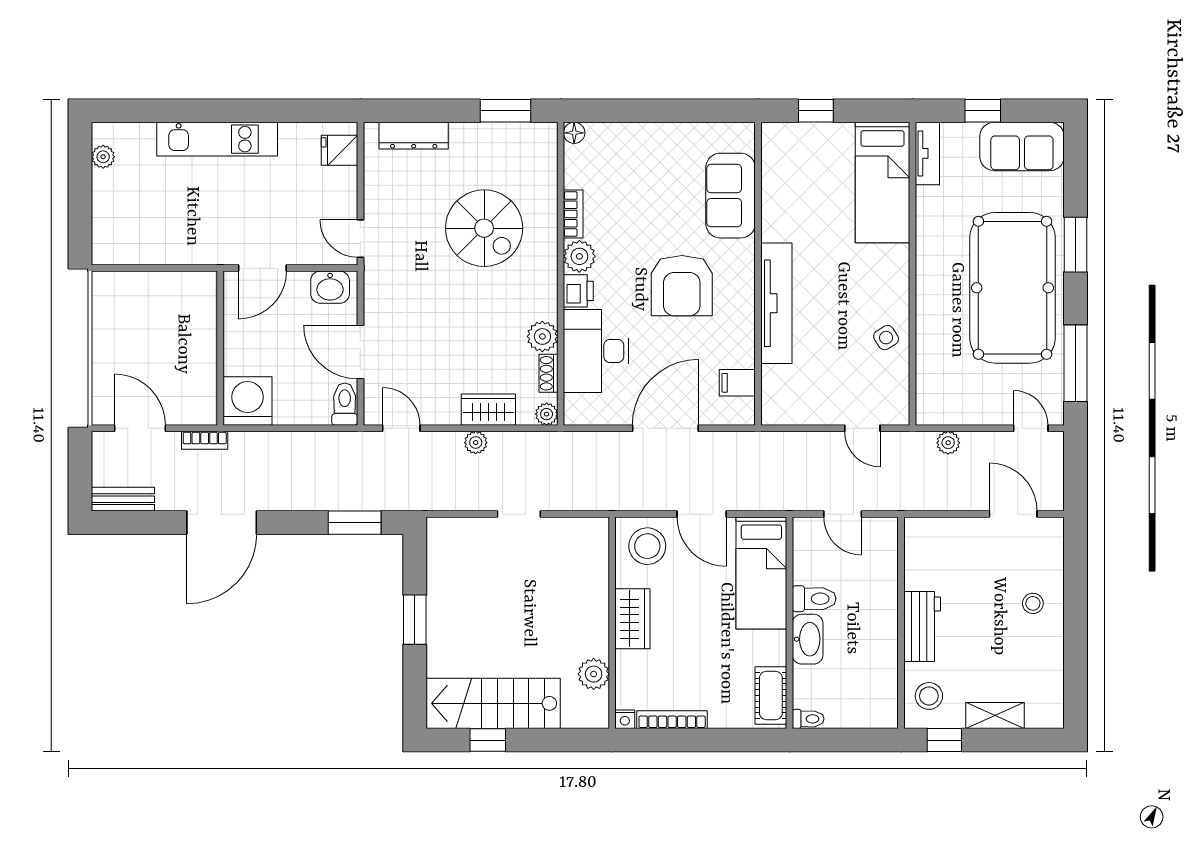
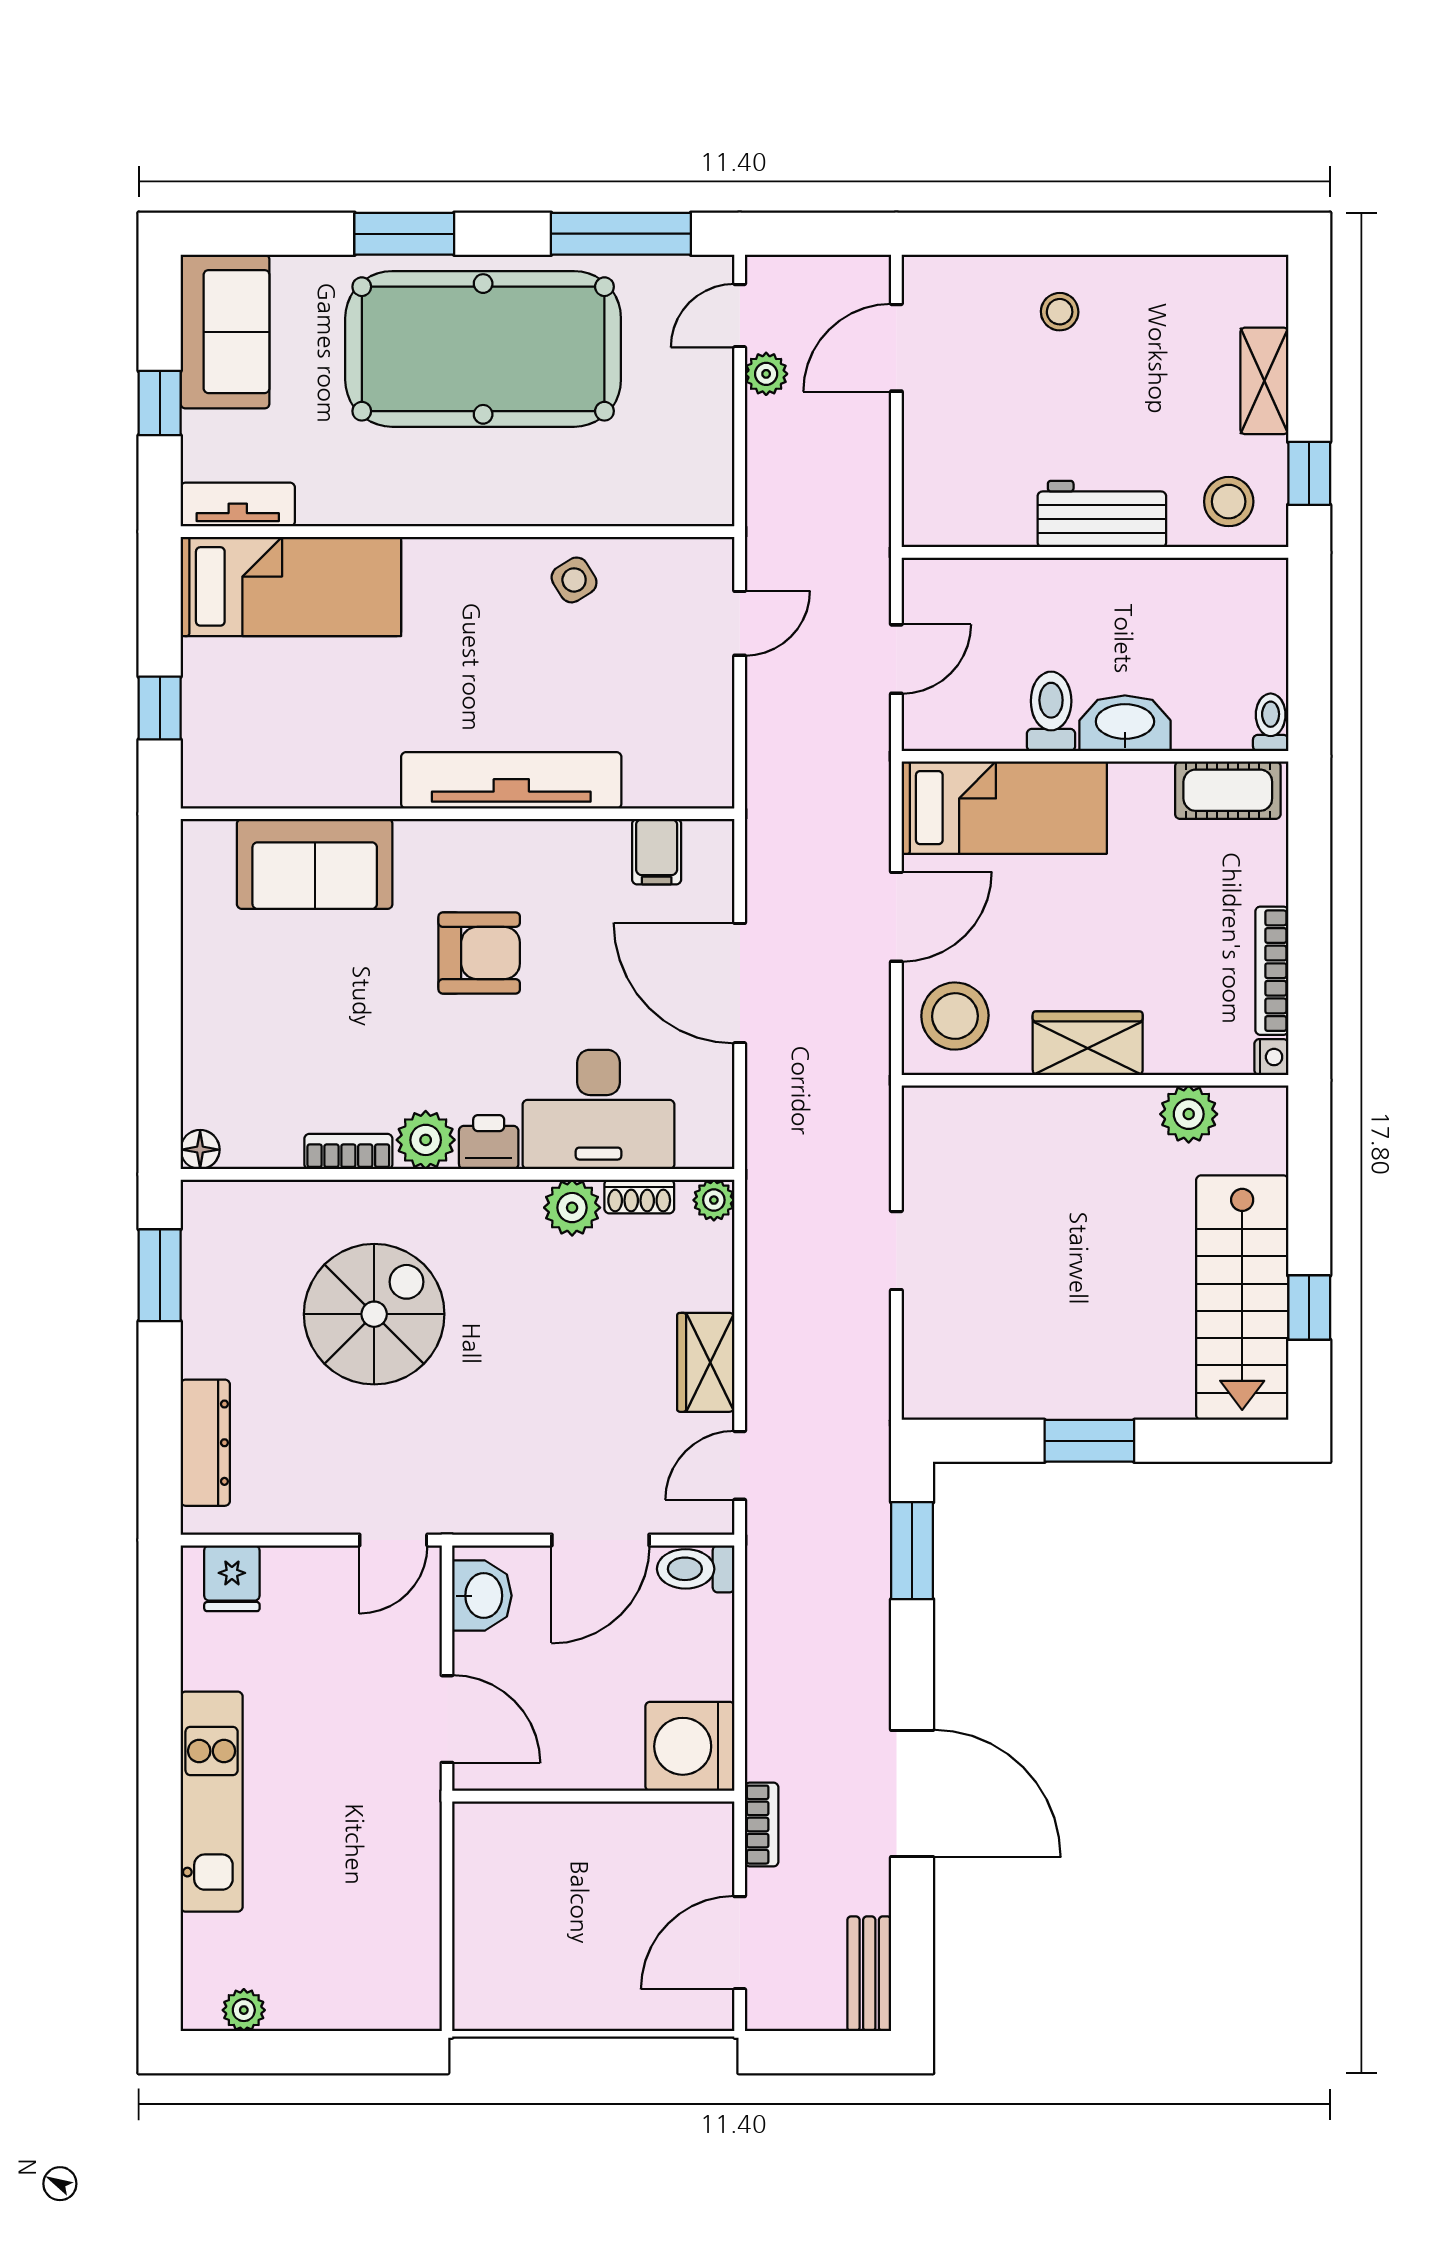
armchair: (682, 286) -> (479, 953), width x0.73, depth x0.73
wardrobe: (488, 410) -> (706, 1362), moved
plant: (476, 443) -> (766, 1329), removed
plant: (948, 443) -> (766, 374), moved

